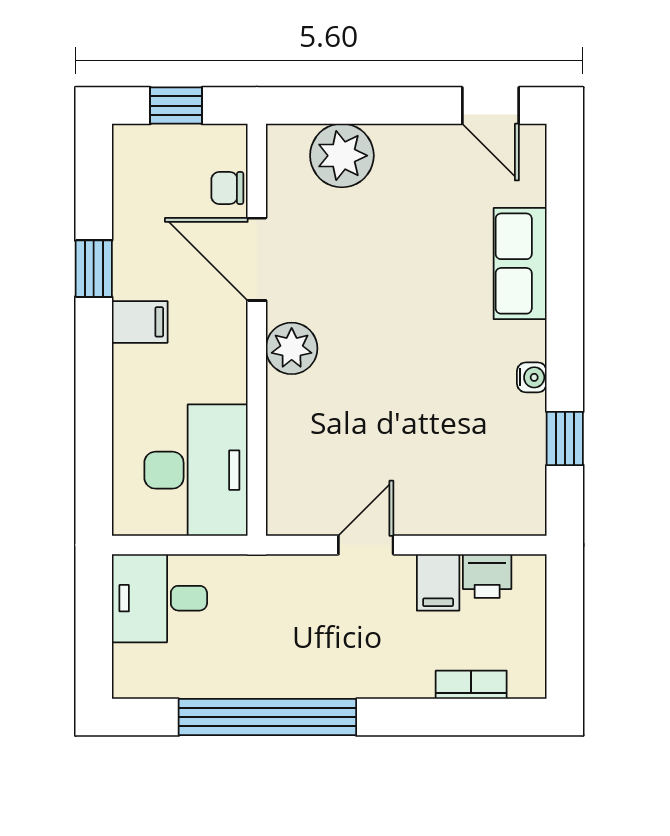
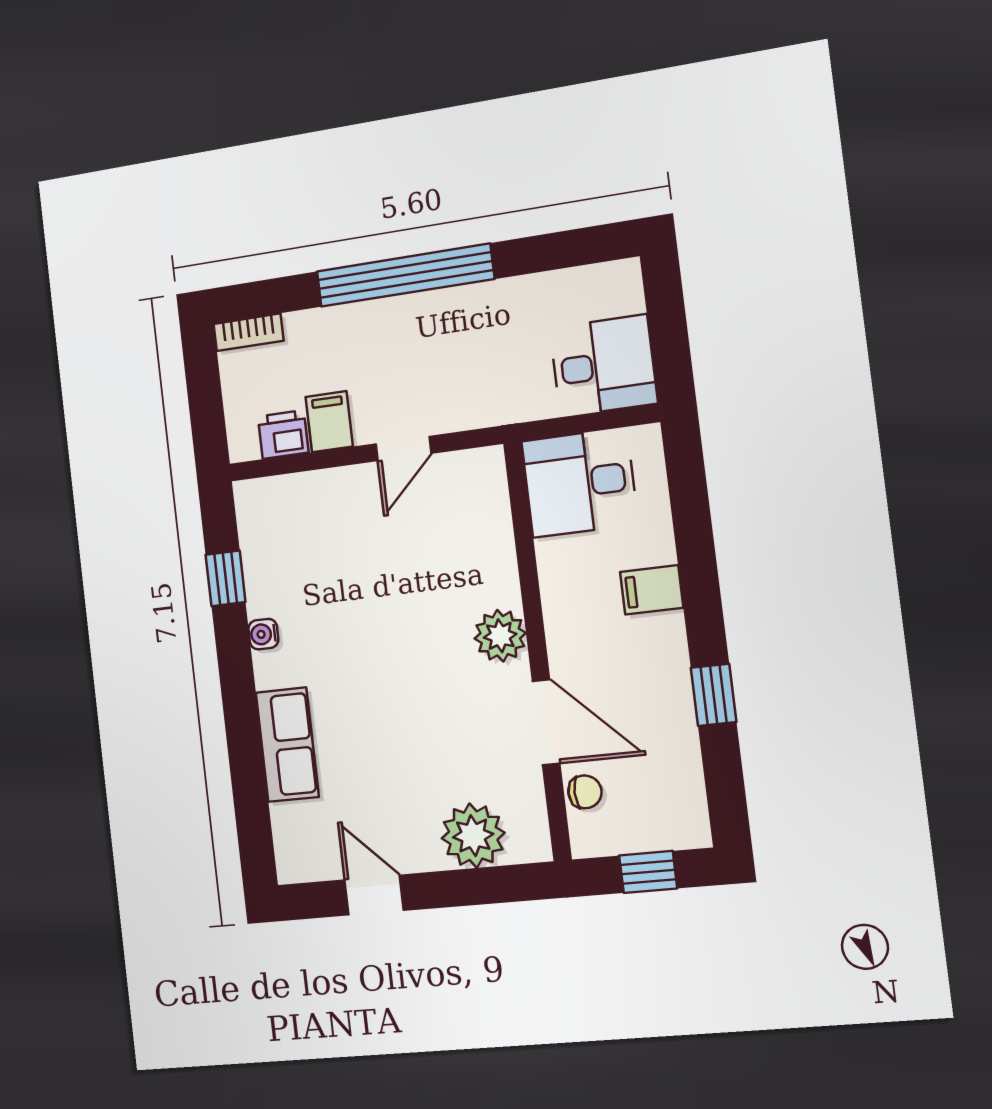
door: (490, 106) -> (374, 895), moved
filing cabinet: (140, 322) -> (652, 590), moved
desk: (196, 470) -> (580, 483), width x0.73
bookcase: (471, 685) -> (248, 332), moved
window: (267, 717) -> (405, 275), moved

